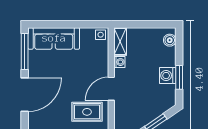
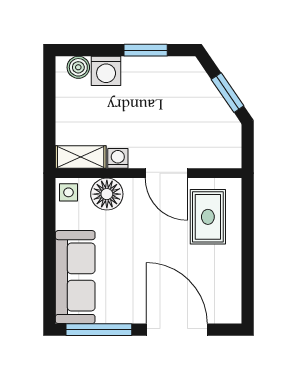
floor lamp: (100, 56) -> (107, 194), added
washing machine: (168, 76) -> (106, 71), moved

